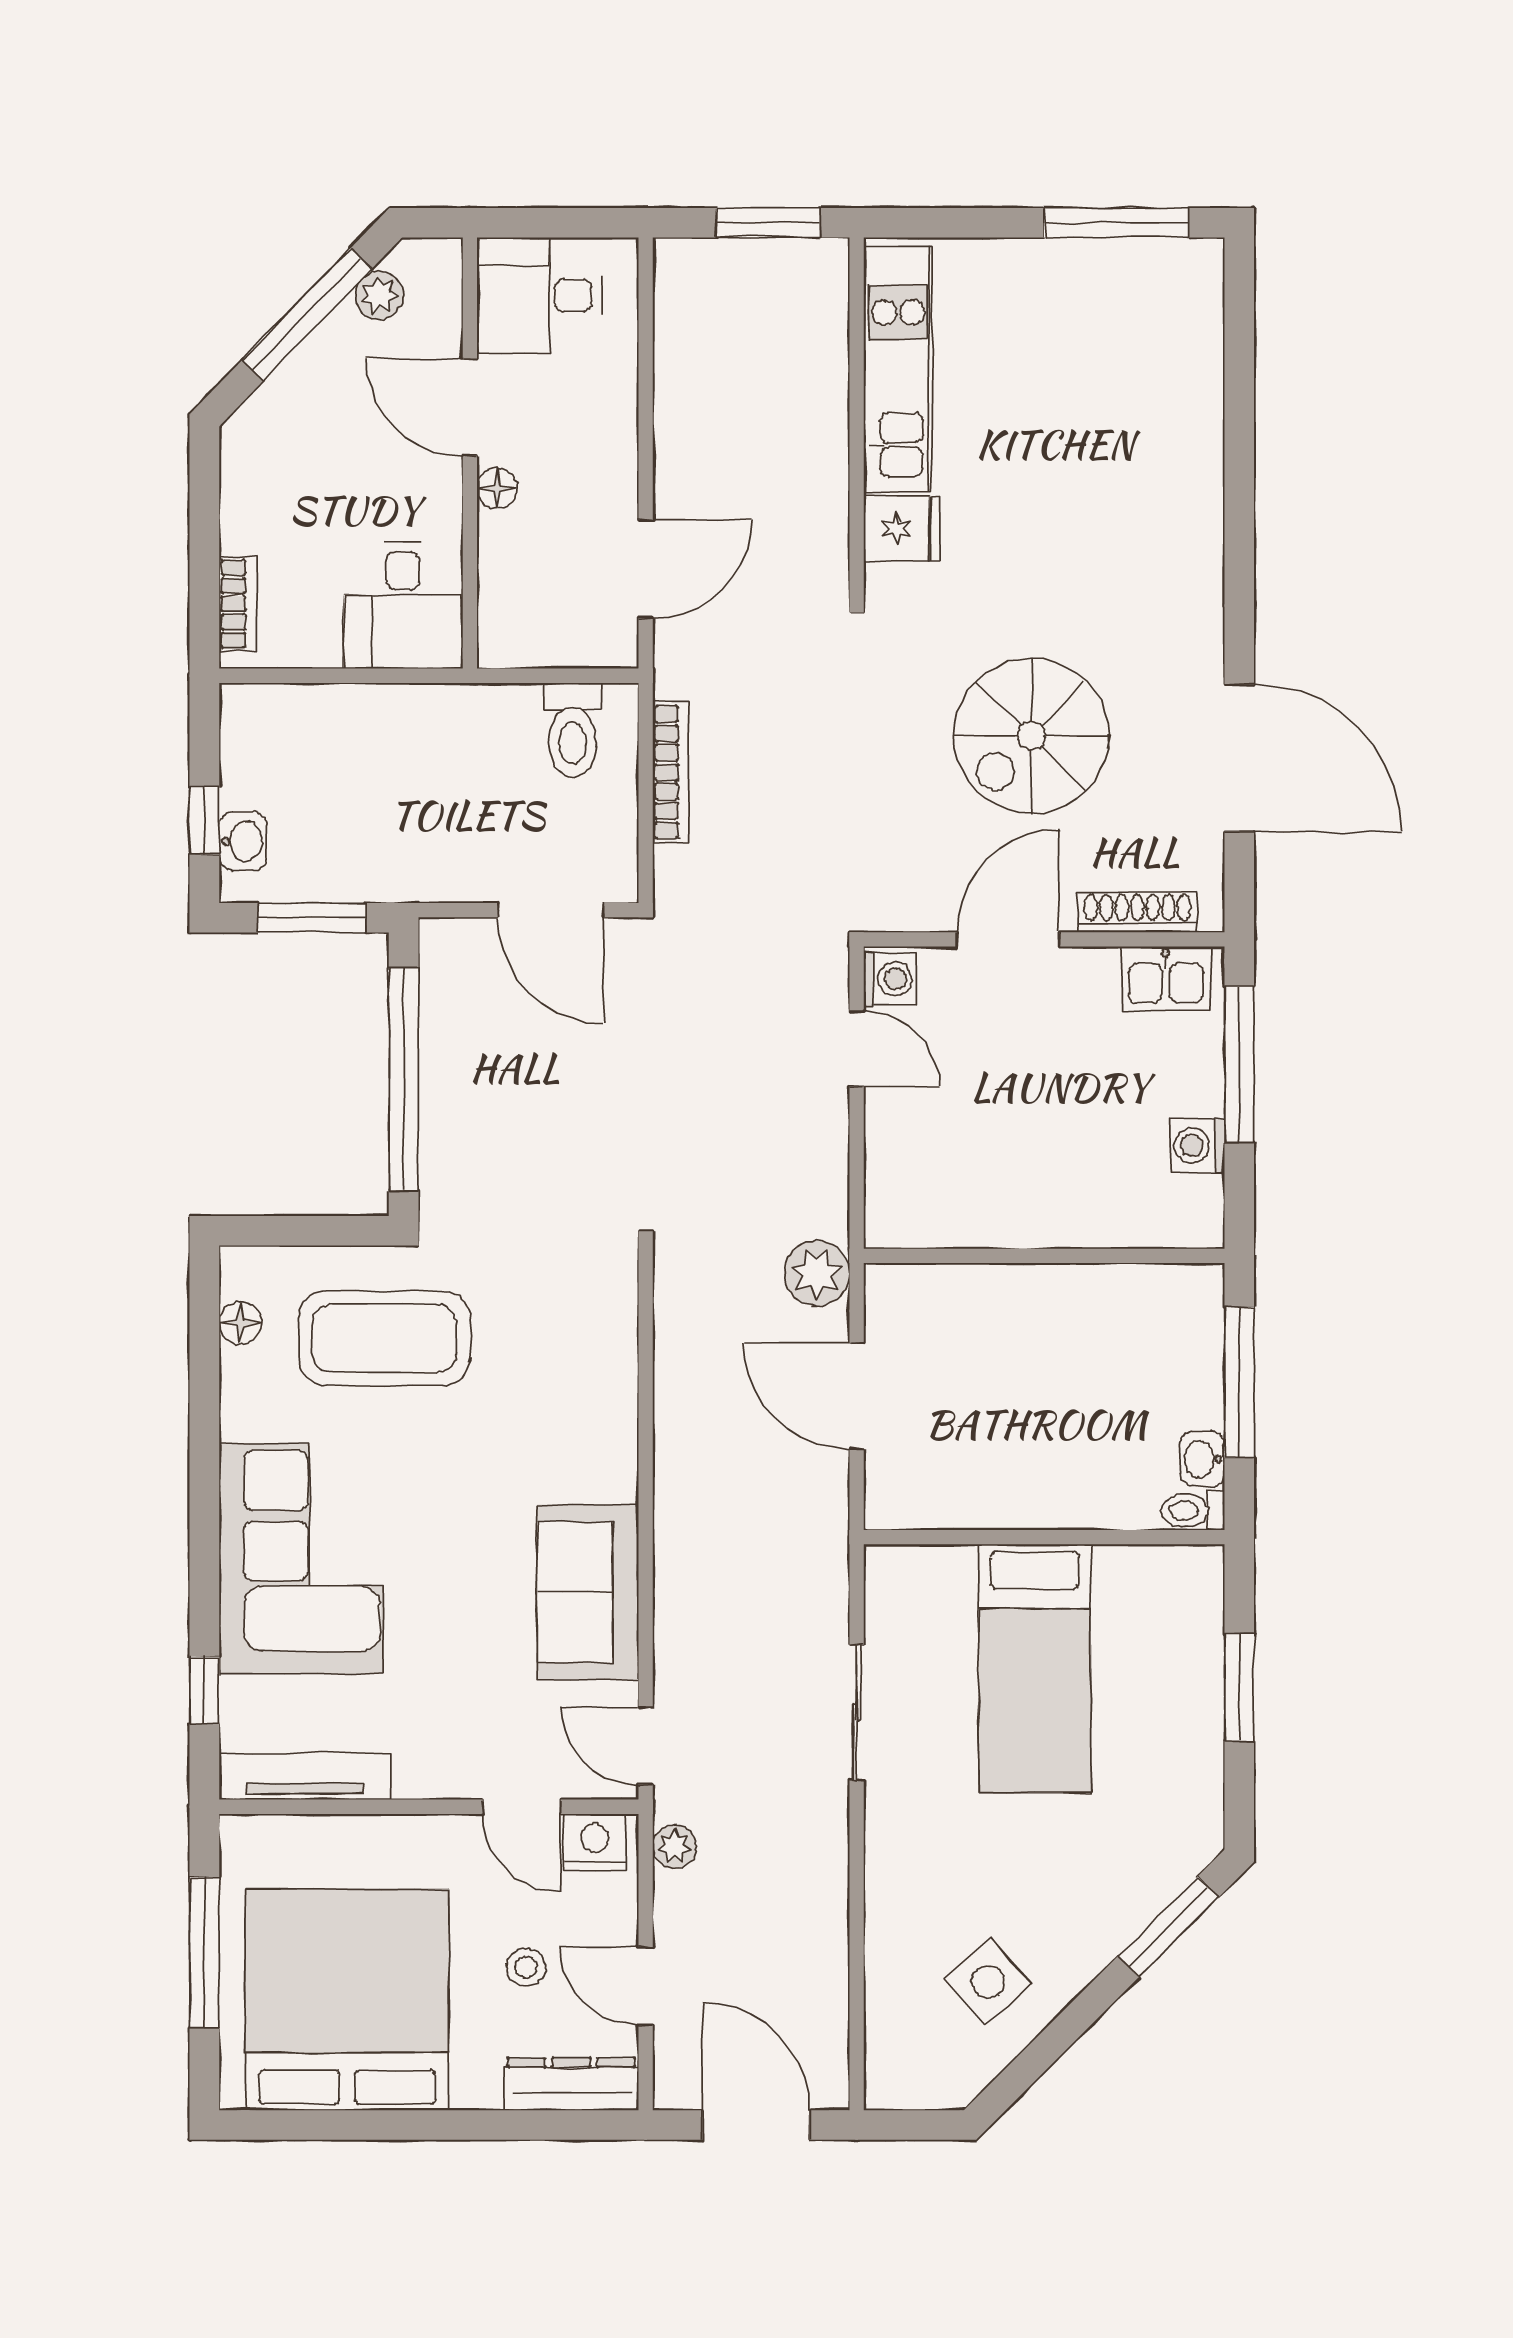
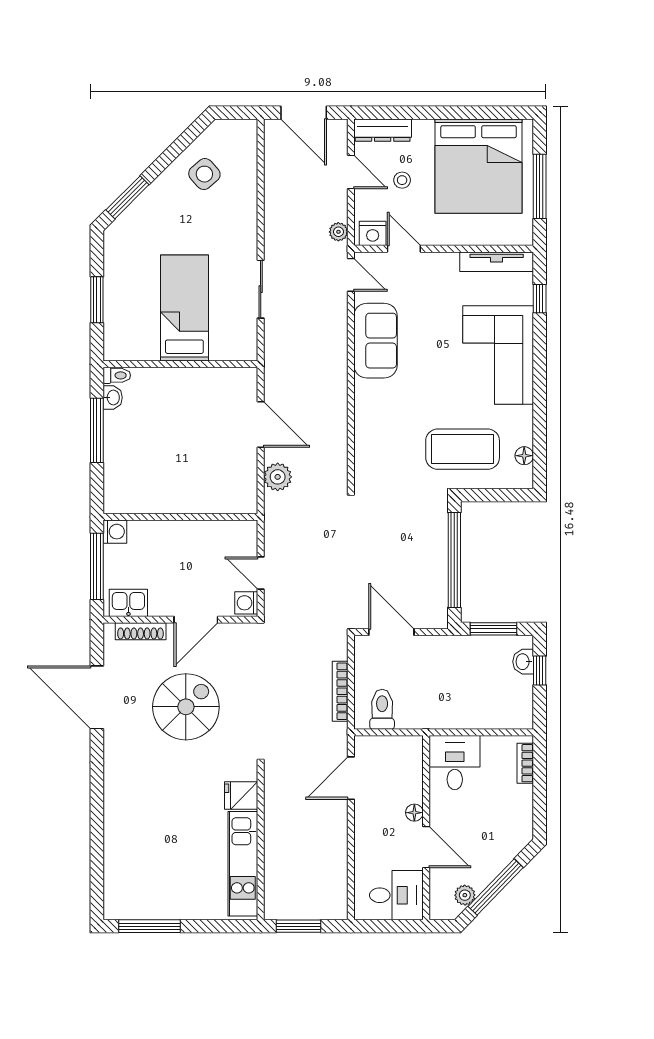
wall: (1044, 1256) -> (180, 517), moved

